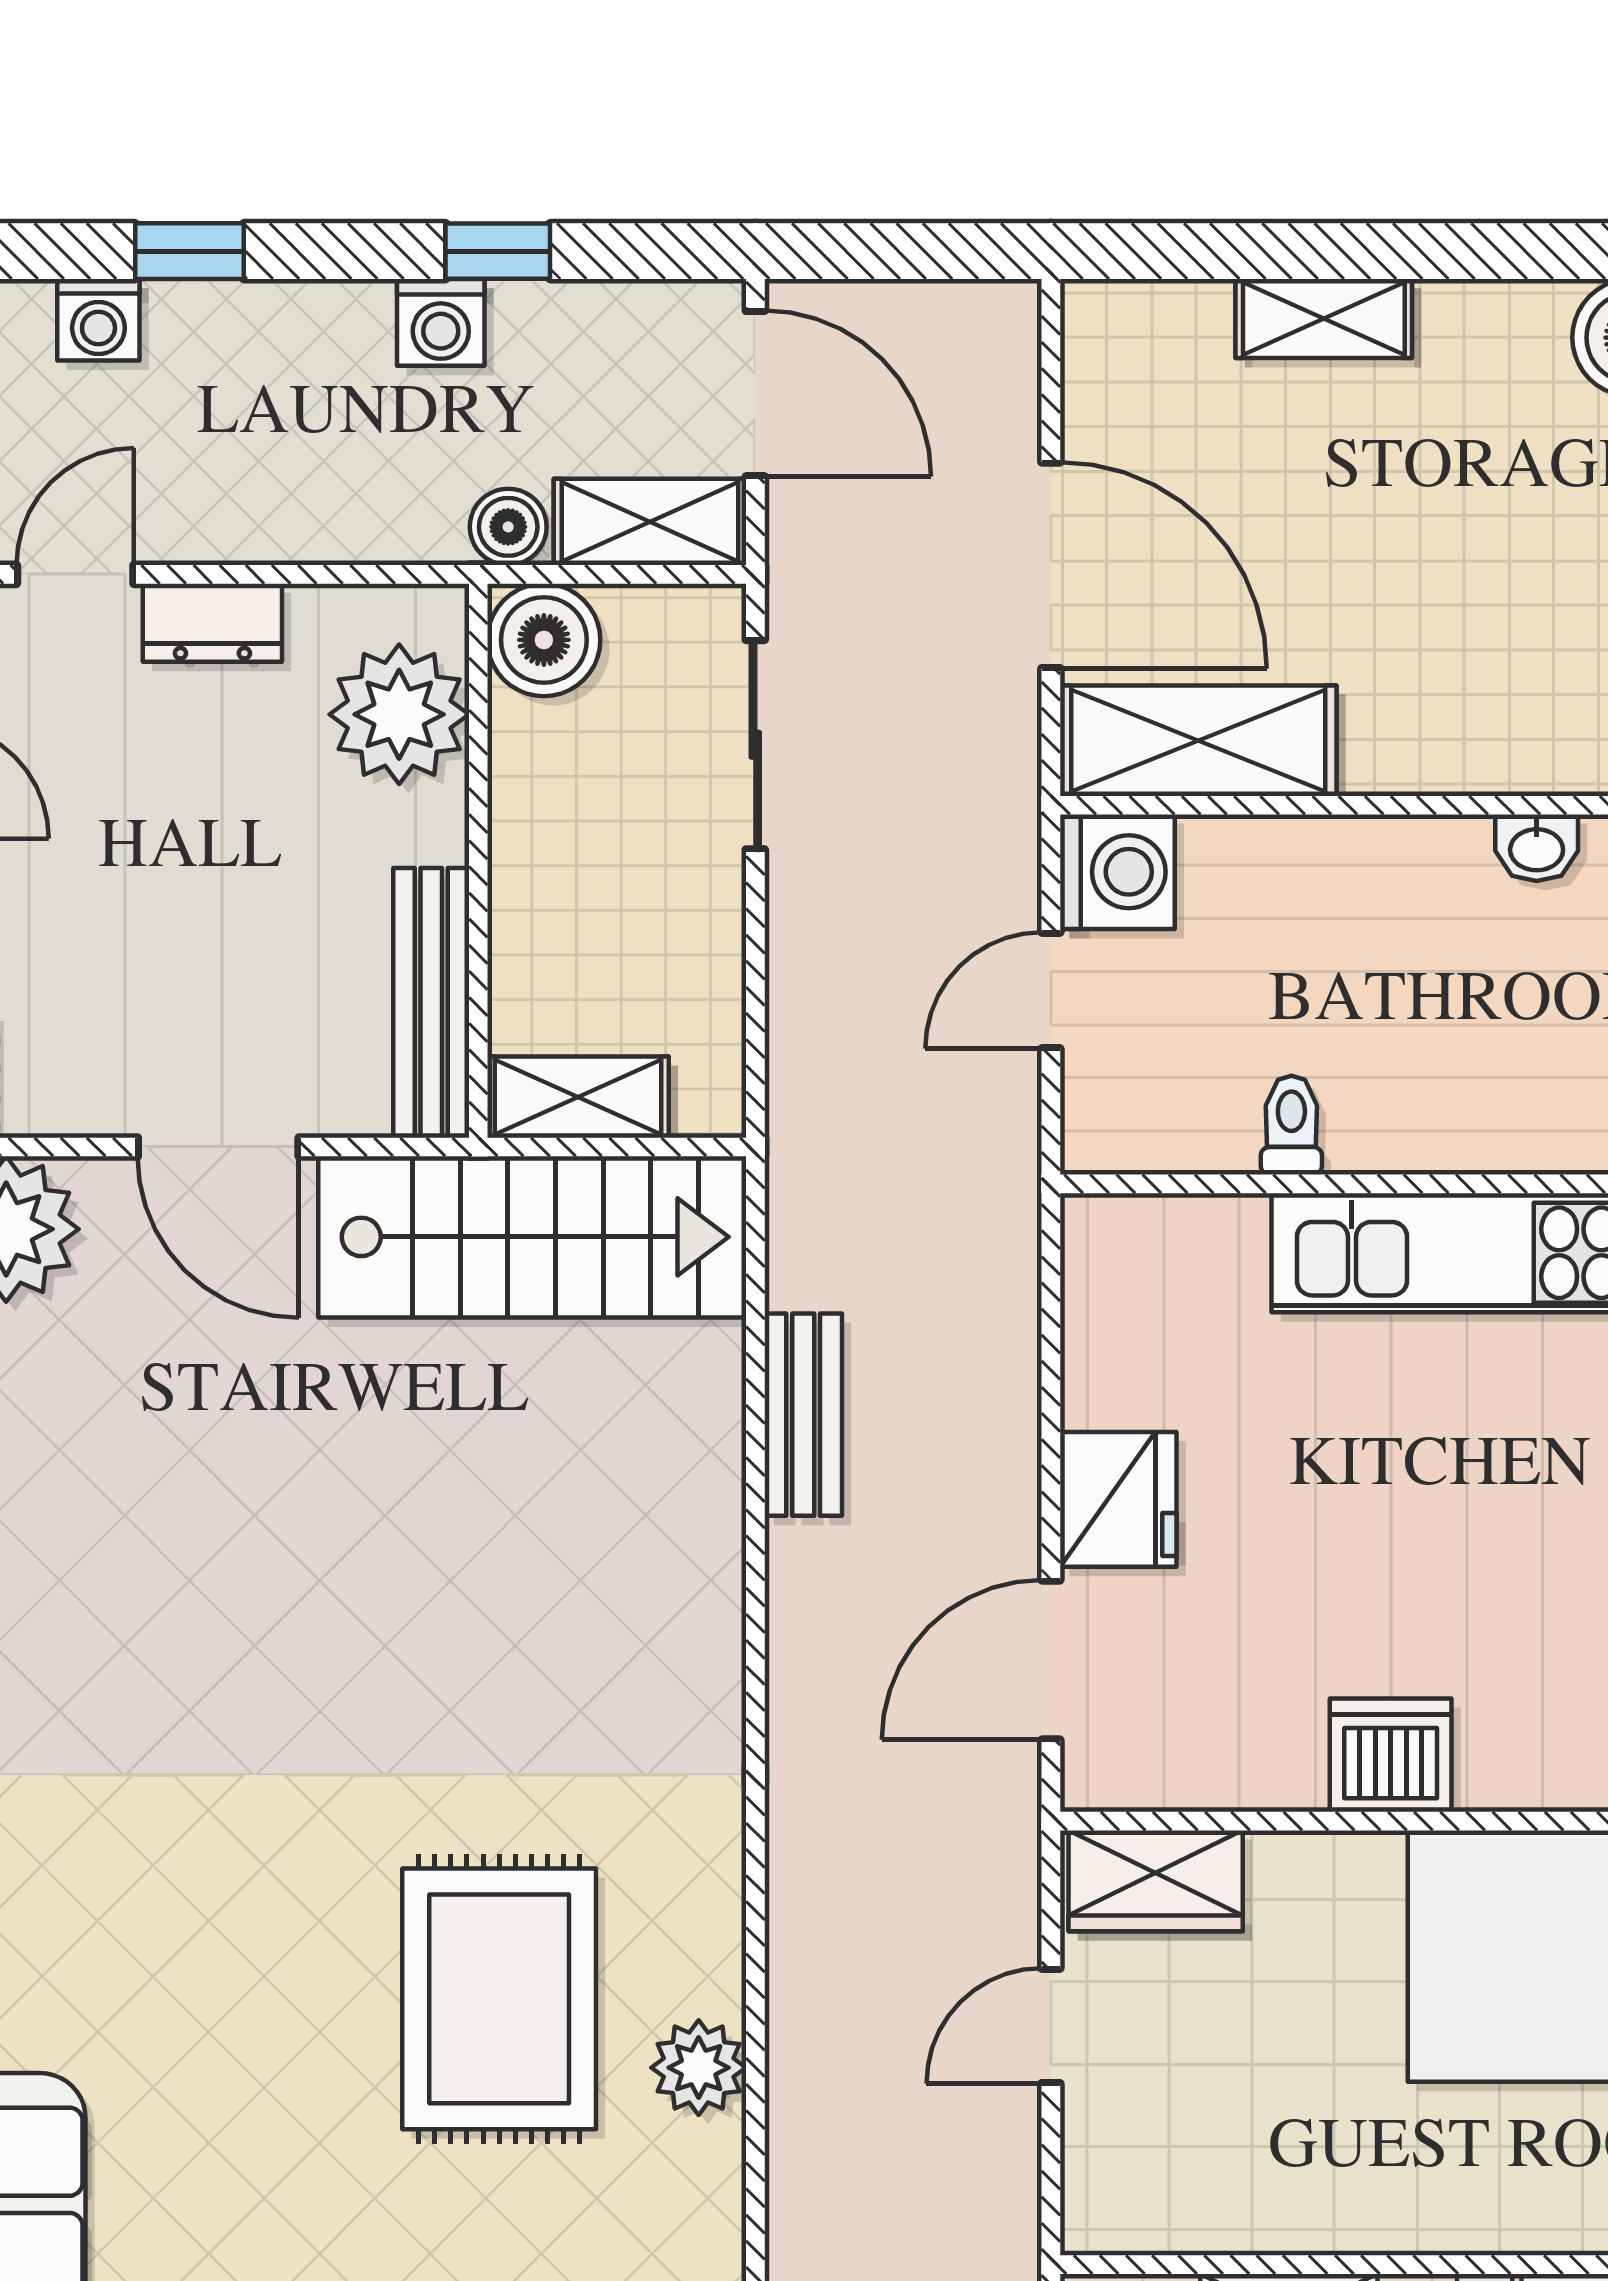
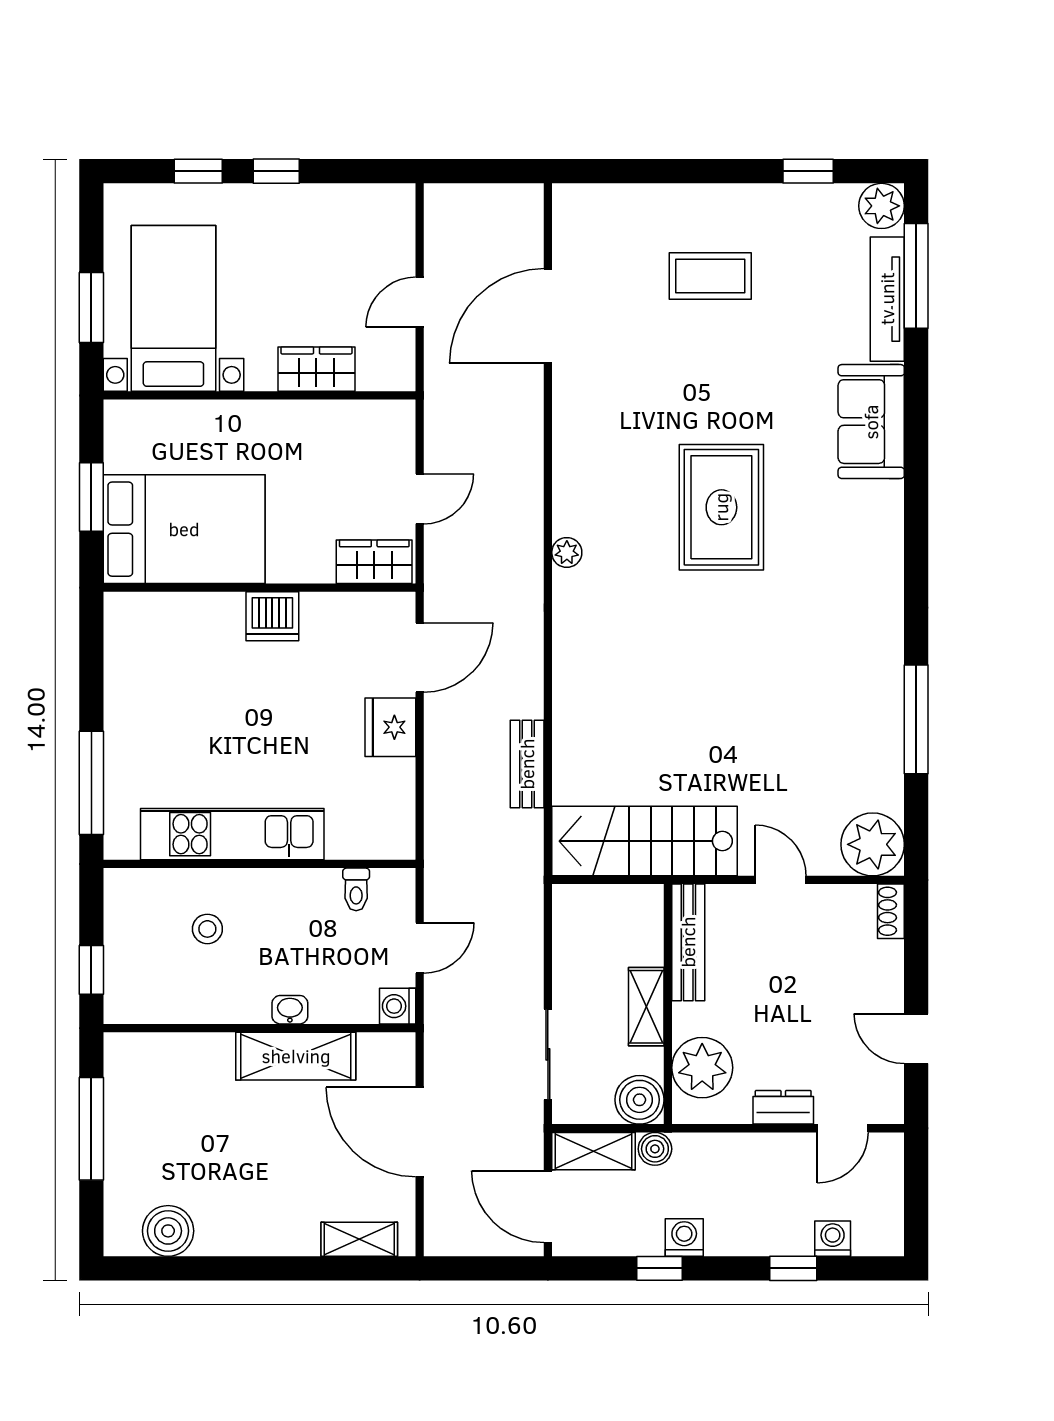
shelving: (1324, 318) -> (359, 1239), moved
shelving: (1198, 741) -> (296, 1056), moved
washbasin: (1537, 848) -> (290, 1010), moved
washing machine: (1117, 872) -> (398, 1006), width x0.73, depth x0.73
stool: (1540, 1034) -> (207, 929), added
shelving: (578, 1097) -> (646, 1007), moved, turned 90
toilet: (1291, 1125) -> (356, 889), moved
door: (218, 1147) -> (781, 880), width x0.73
rug: (499, 1999) -> (721, 507), moved
plant: (699, 2068) -> (567, 552), moved, width x0.73, depth x0.73

